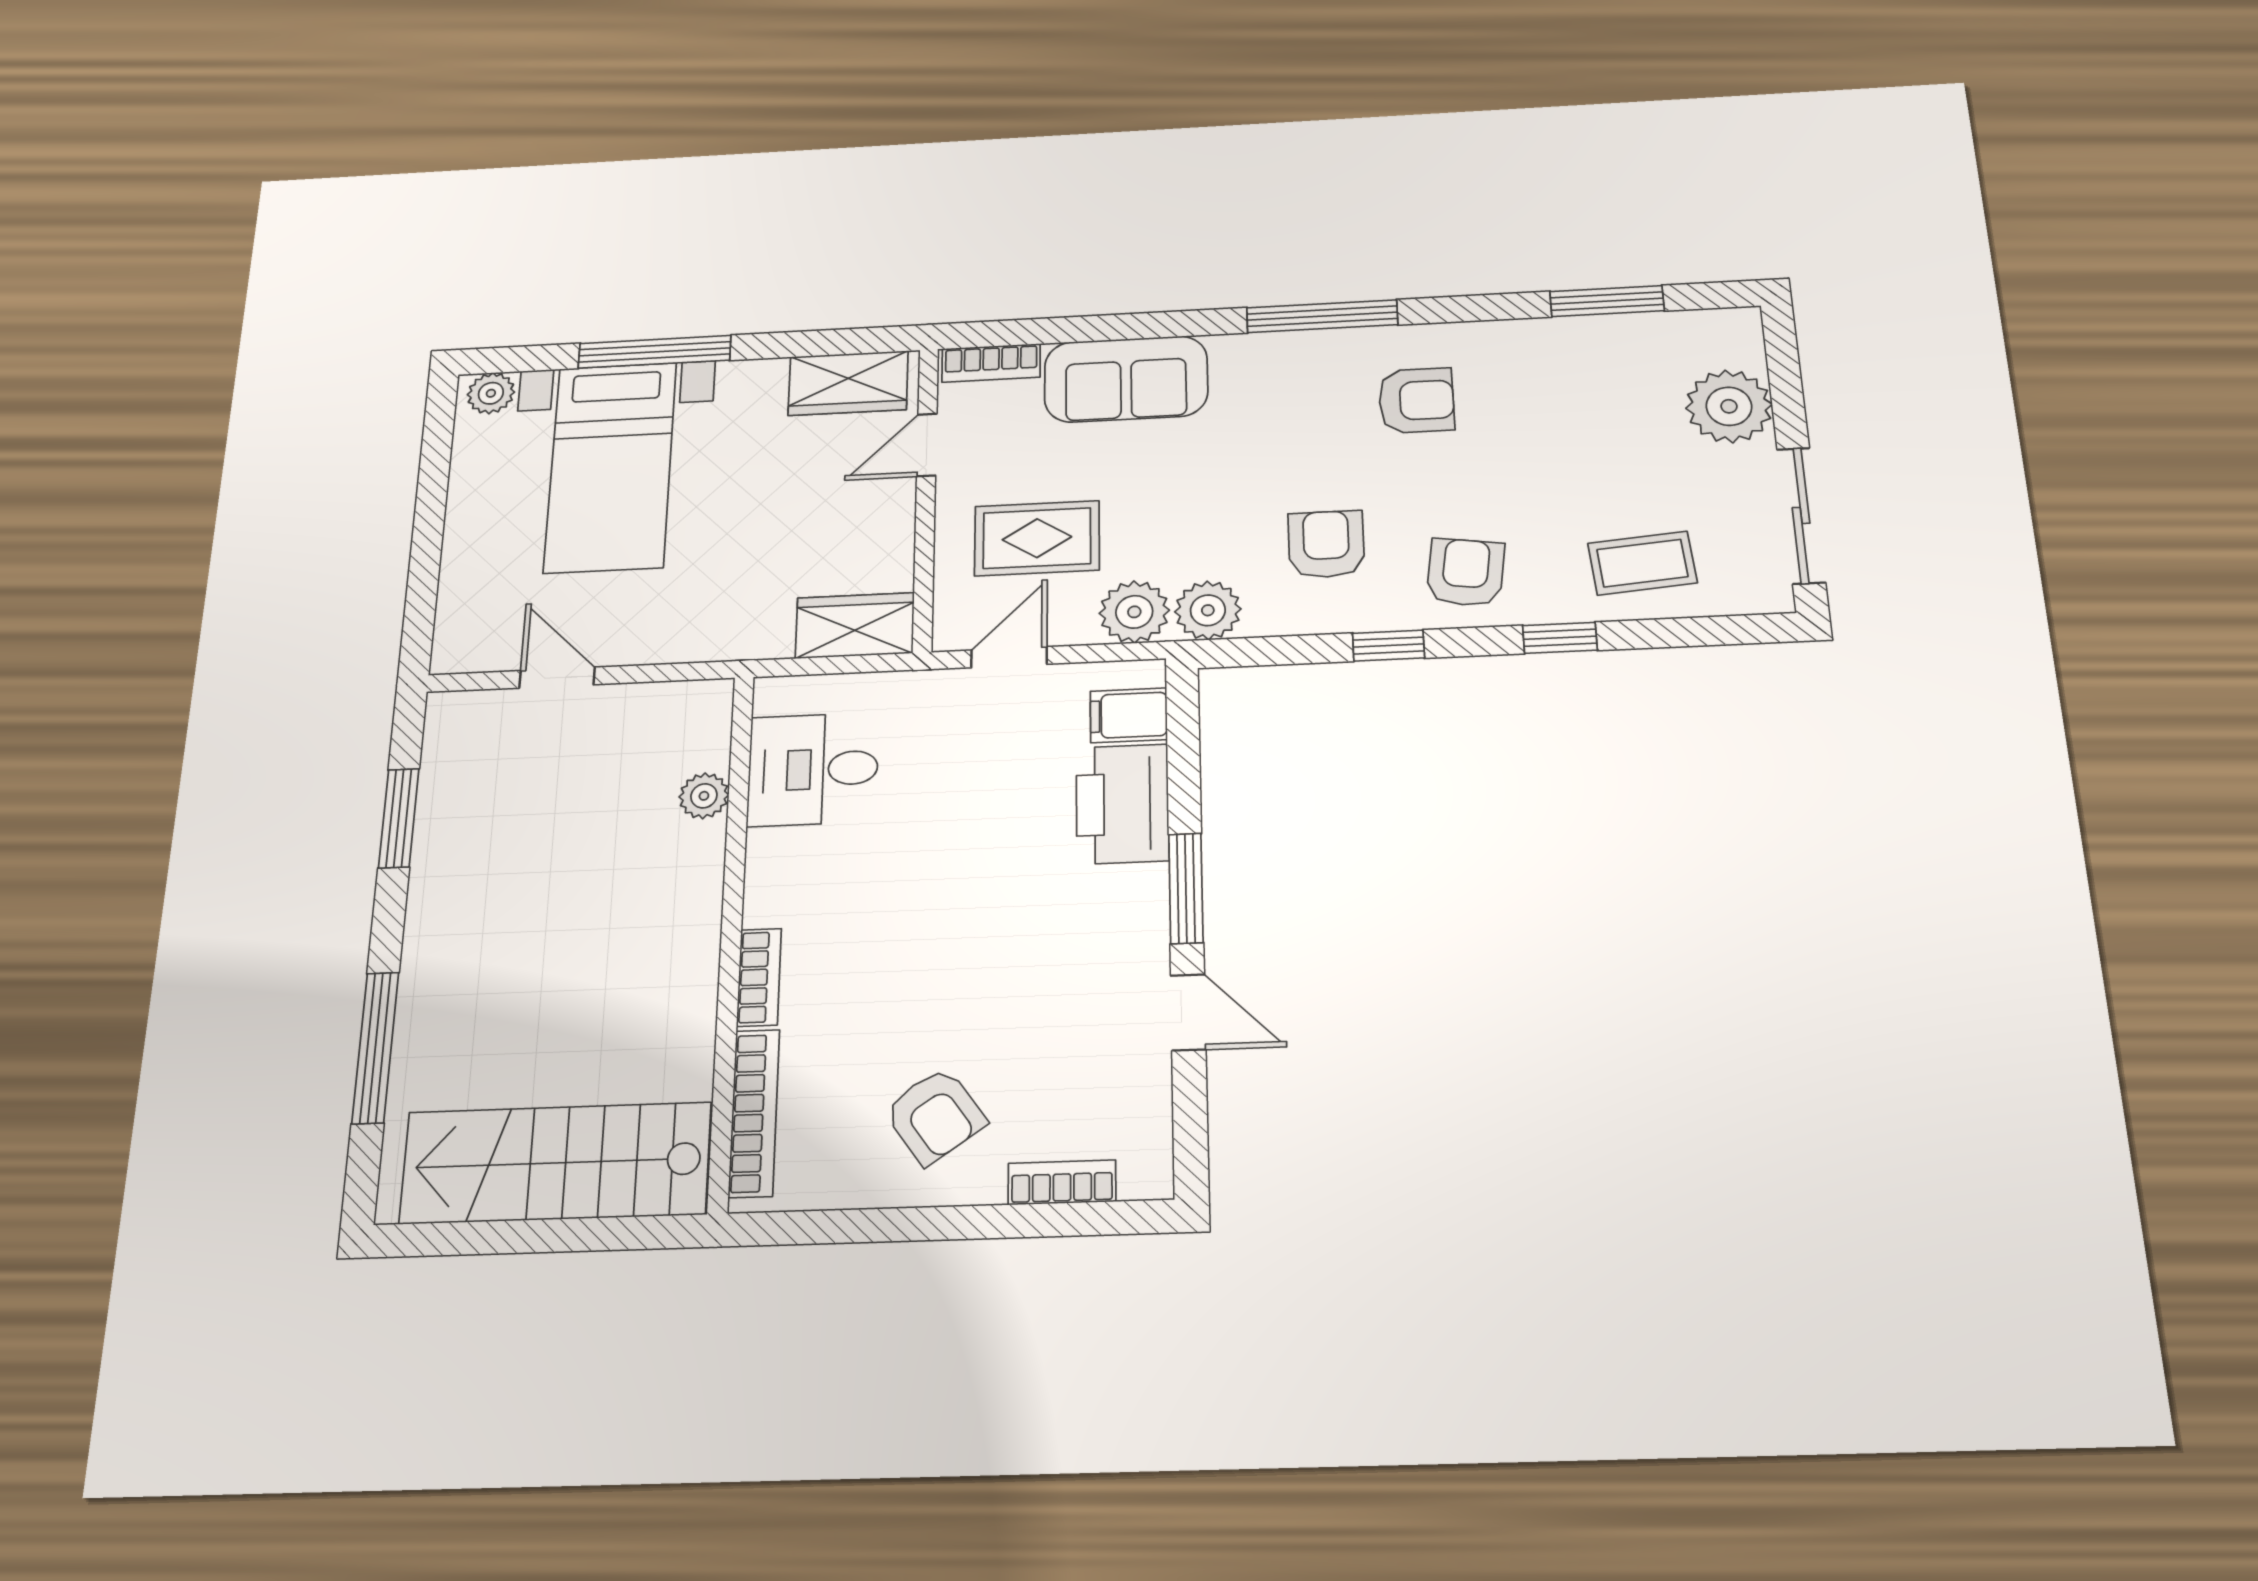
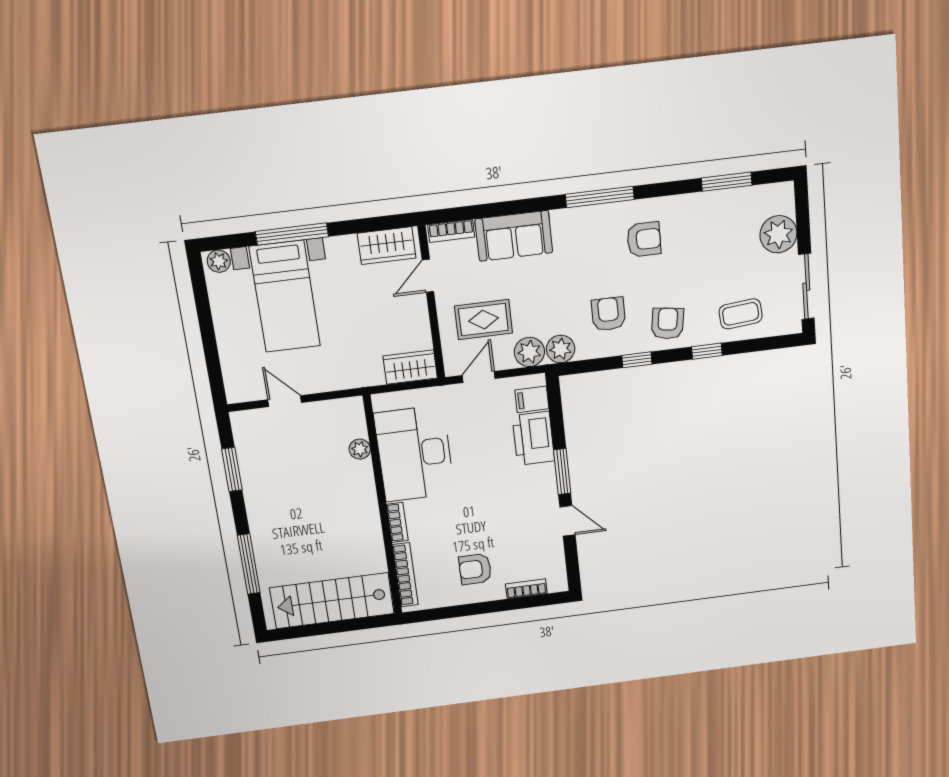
desk: (813, 769) -> (414, 454), width x1.87, depth x1.30
armchair: (935, 1116) -> (475, 569), turned 125

